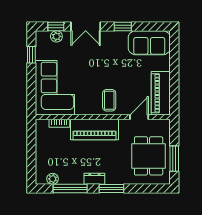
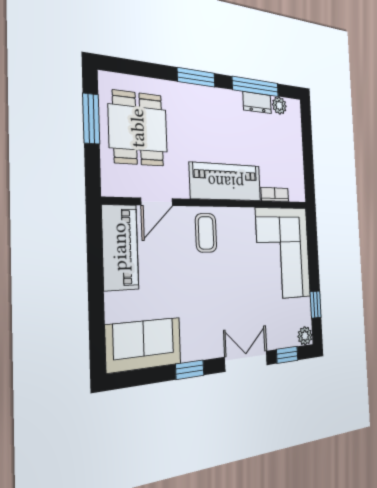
plant: (56, 36) -> (305, 336), moved
dresser: (94, 179) -> (257, 103), moved

